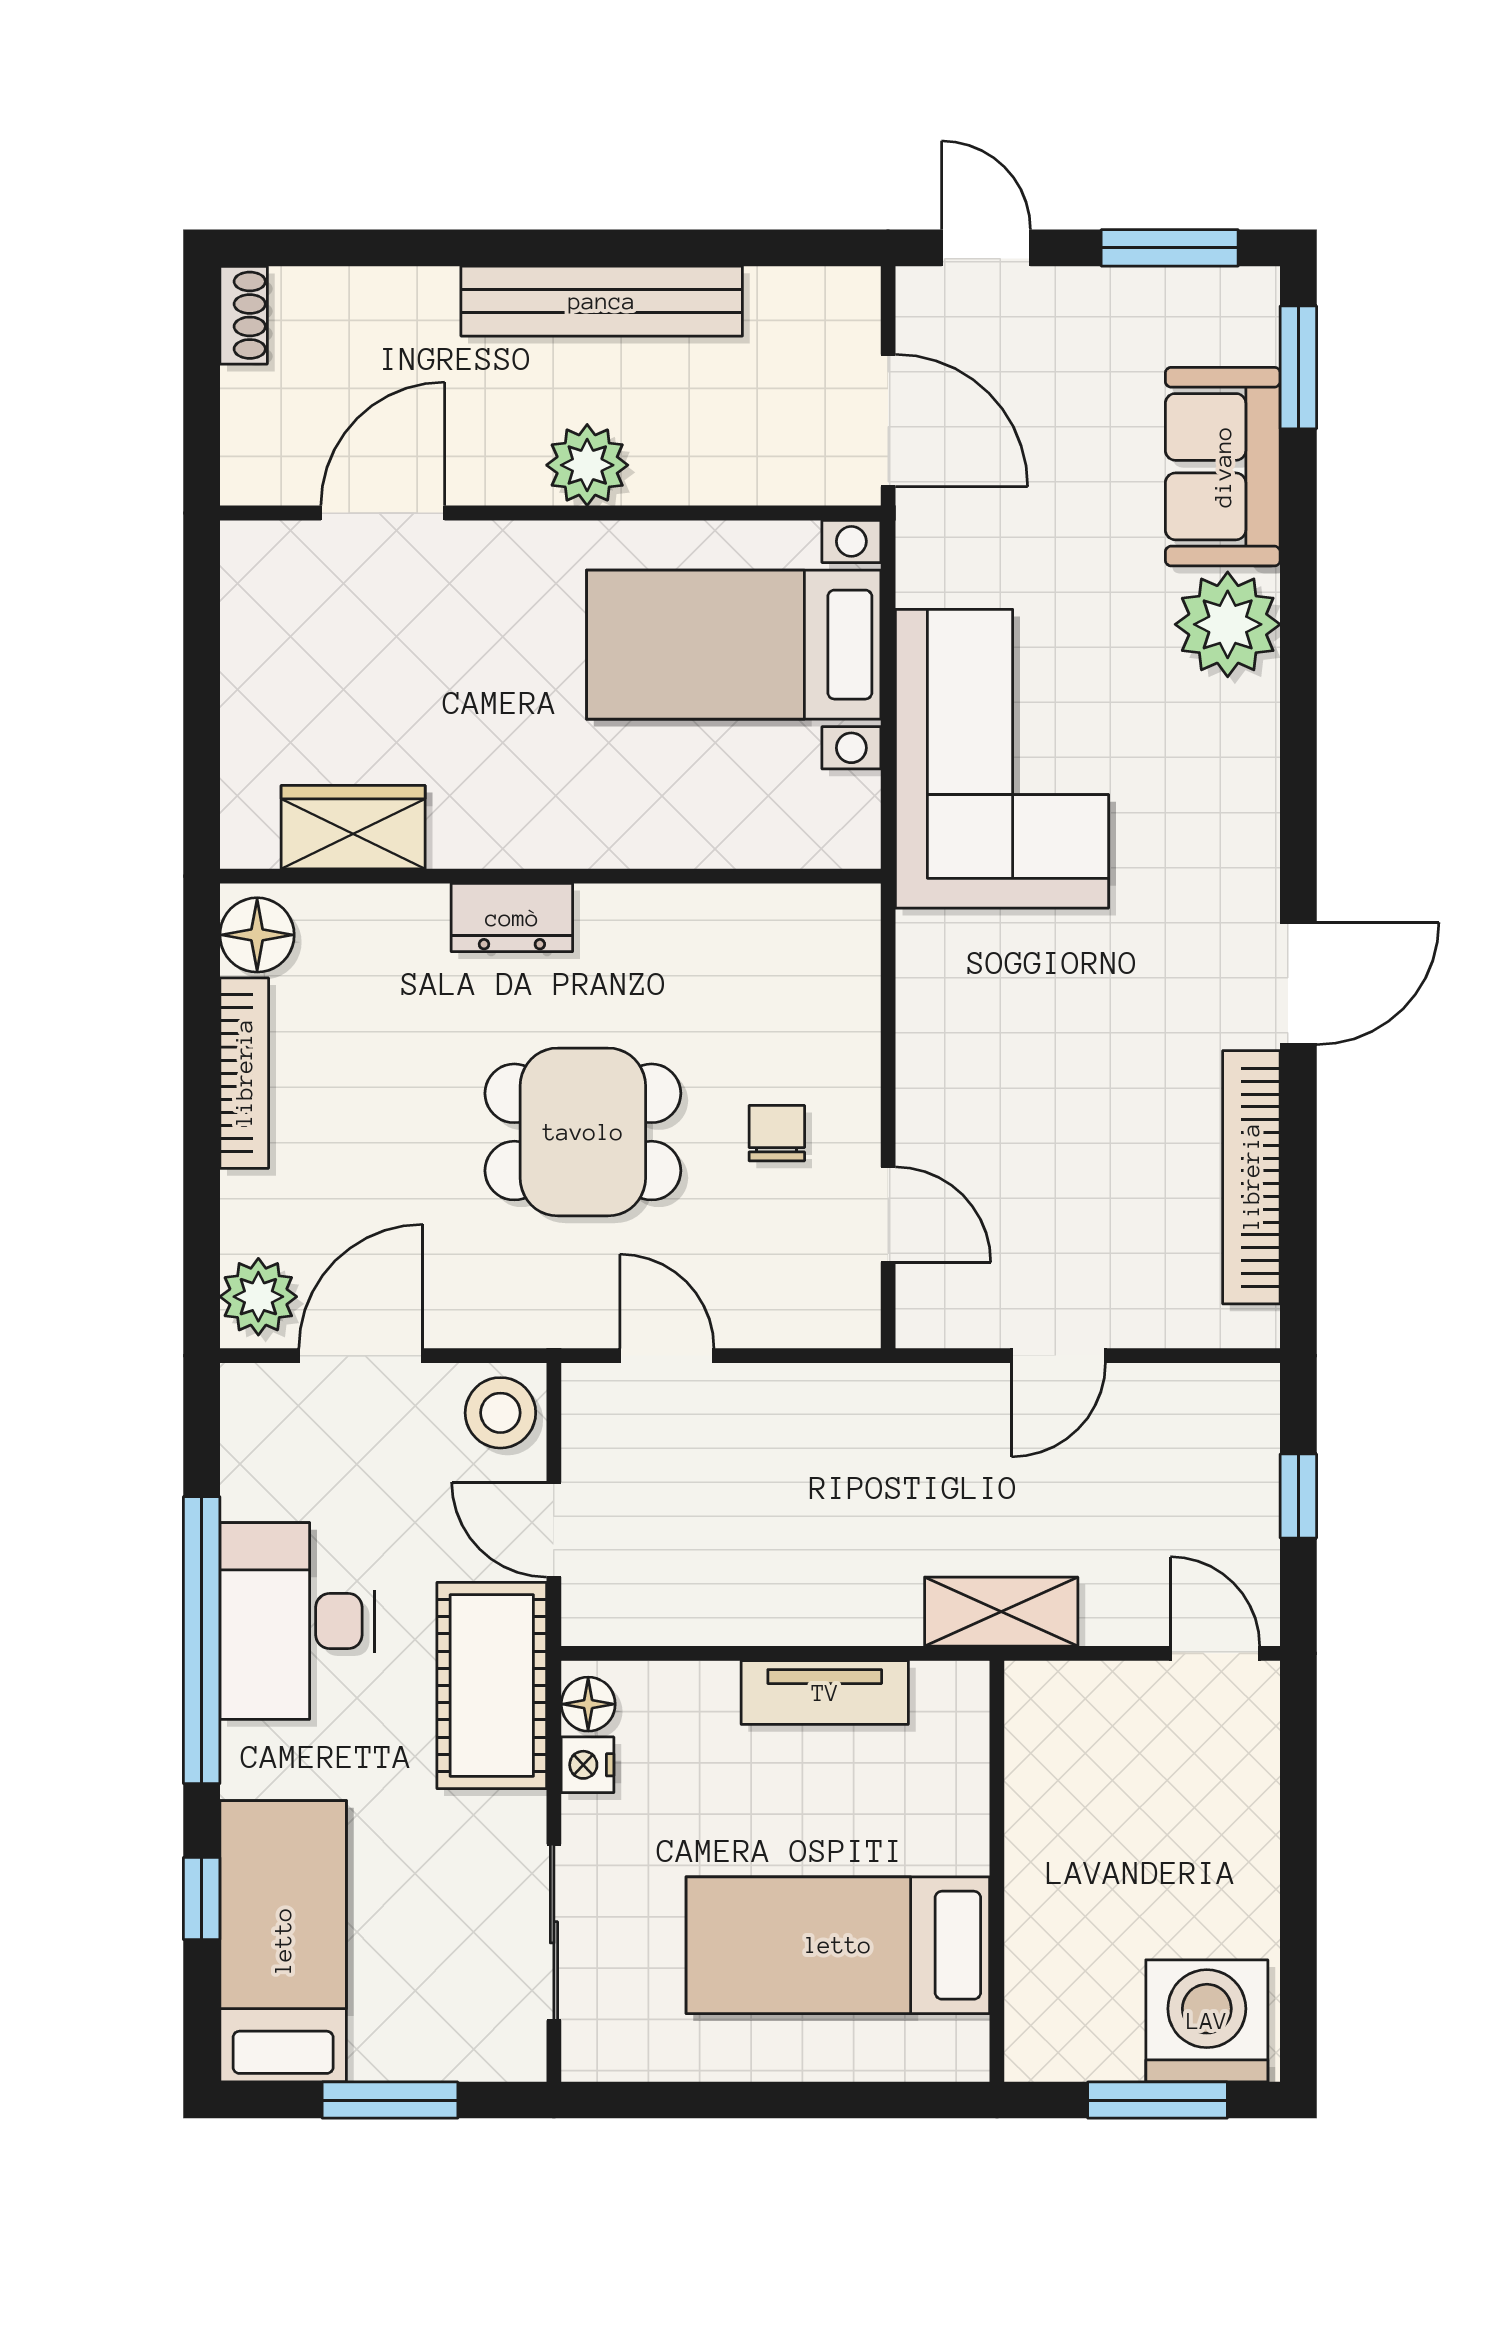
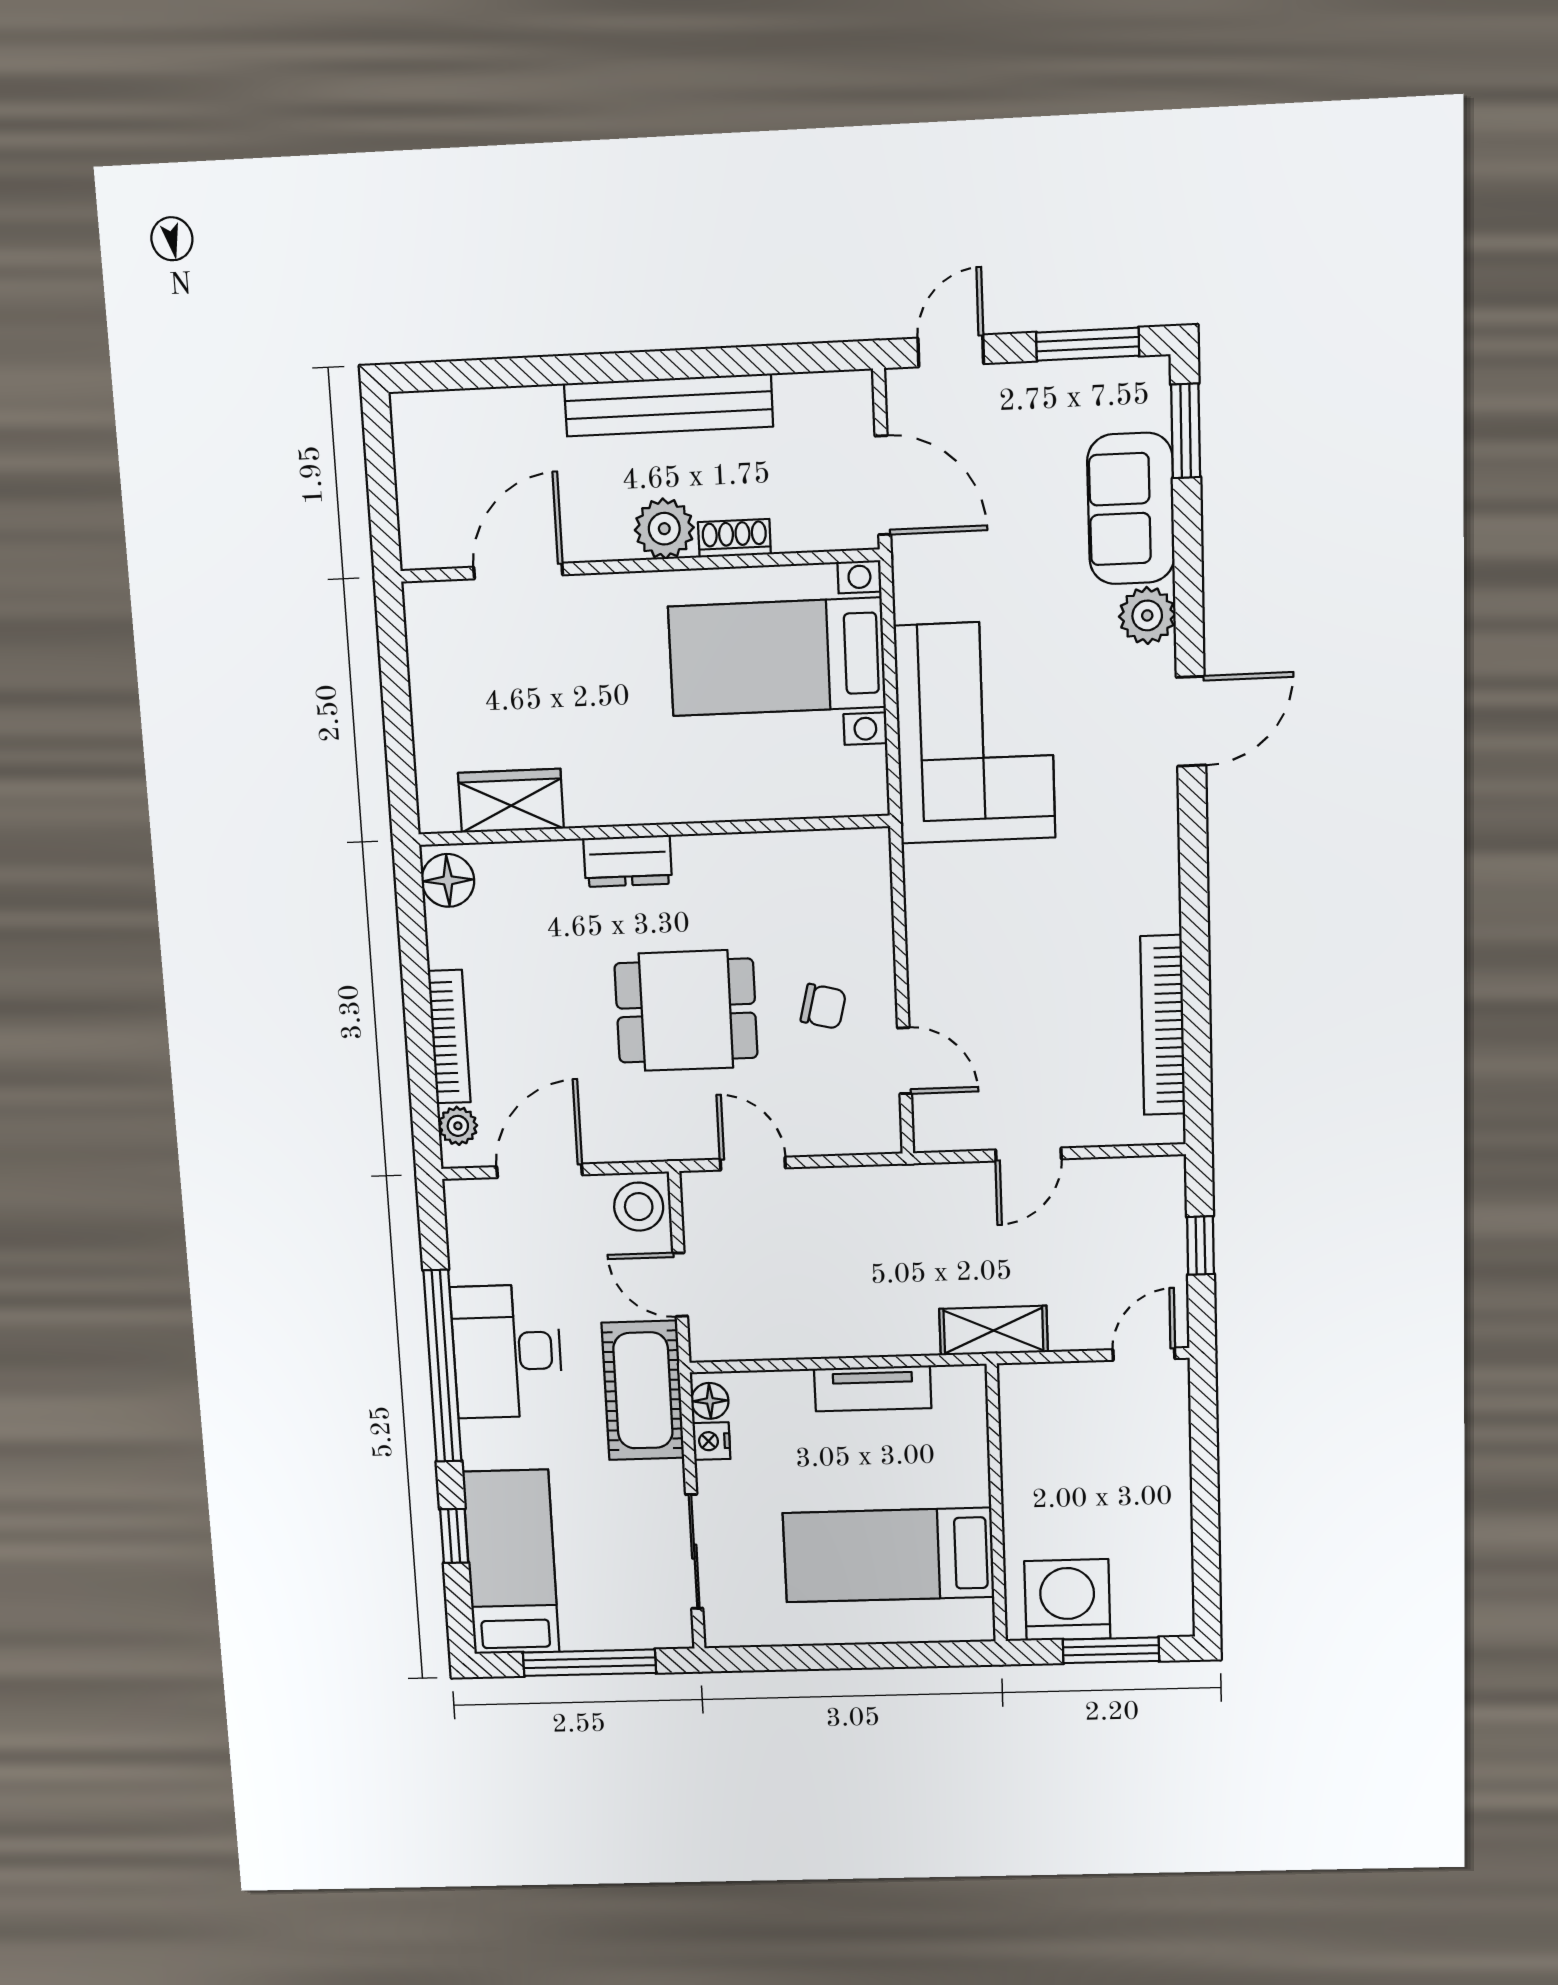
door: (986, 248) -> (951, 351), hinge flipped
shoe rack: (244, 315) -> (734, 538), moved, turned -90
plant: (1228, 624) -> (1147, 615), width x0.73, depth x0.73
door: (1298, 984) -> (1191, 721), moved
bookcase: (244, 1073) -> (449, 1037), moved
chair: (777, 1133) -> (823, 1006), turned 104
plant: (258, 1297) -> (458, 1126), width x0.73, depth x0.73
door: (1215, 1653) -> (1144, 1354), hinge flipped
washing machine: (1207, 2021) -> (1067, 1600), moved
window: (390, 2100) -> (590, 1663), width x1.44

